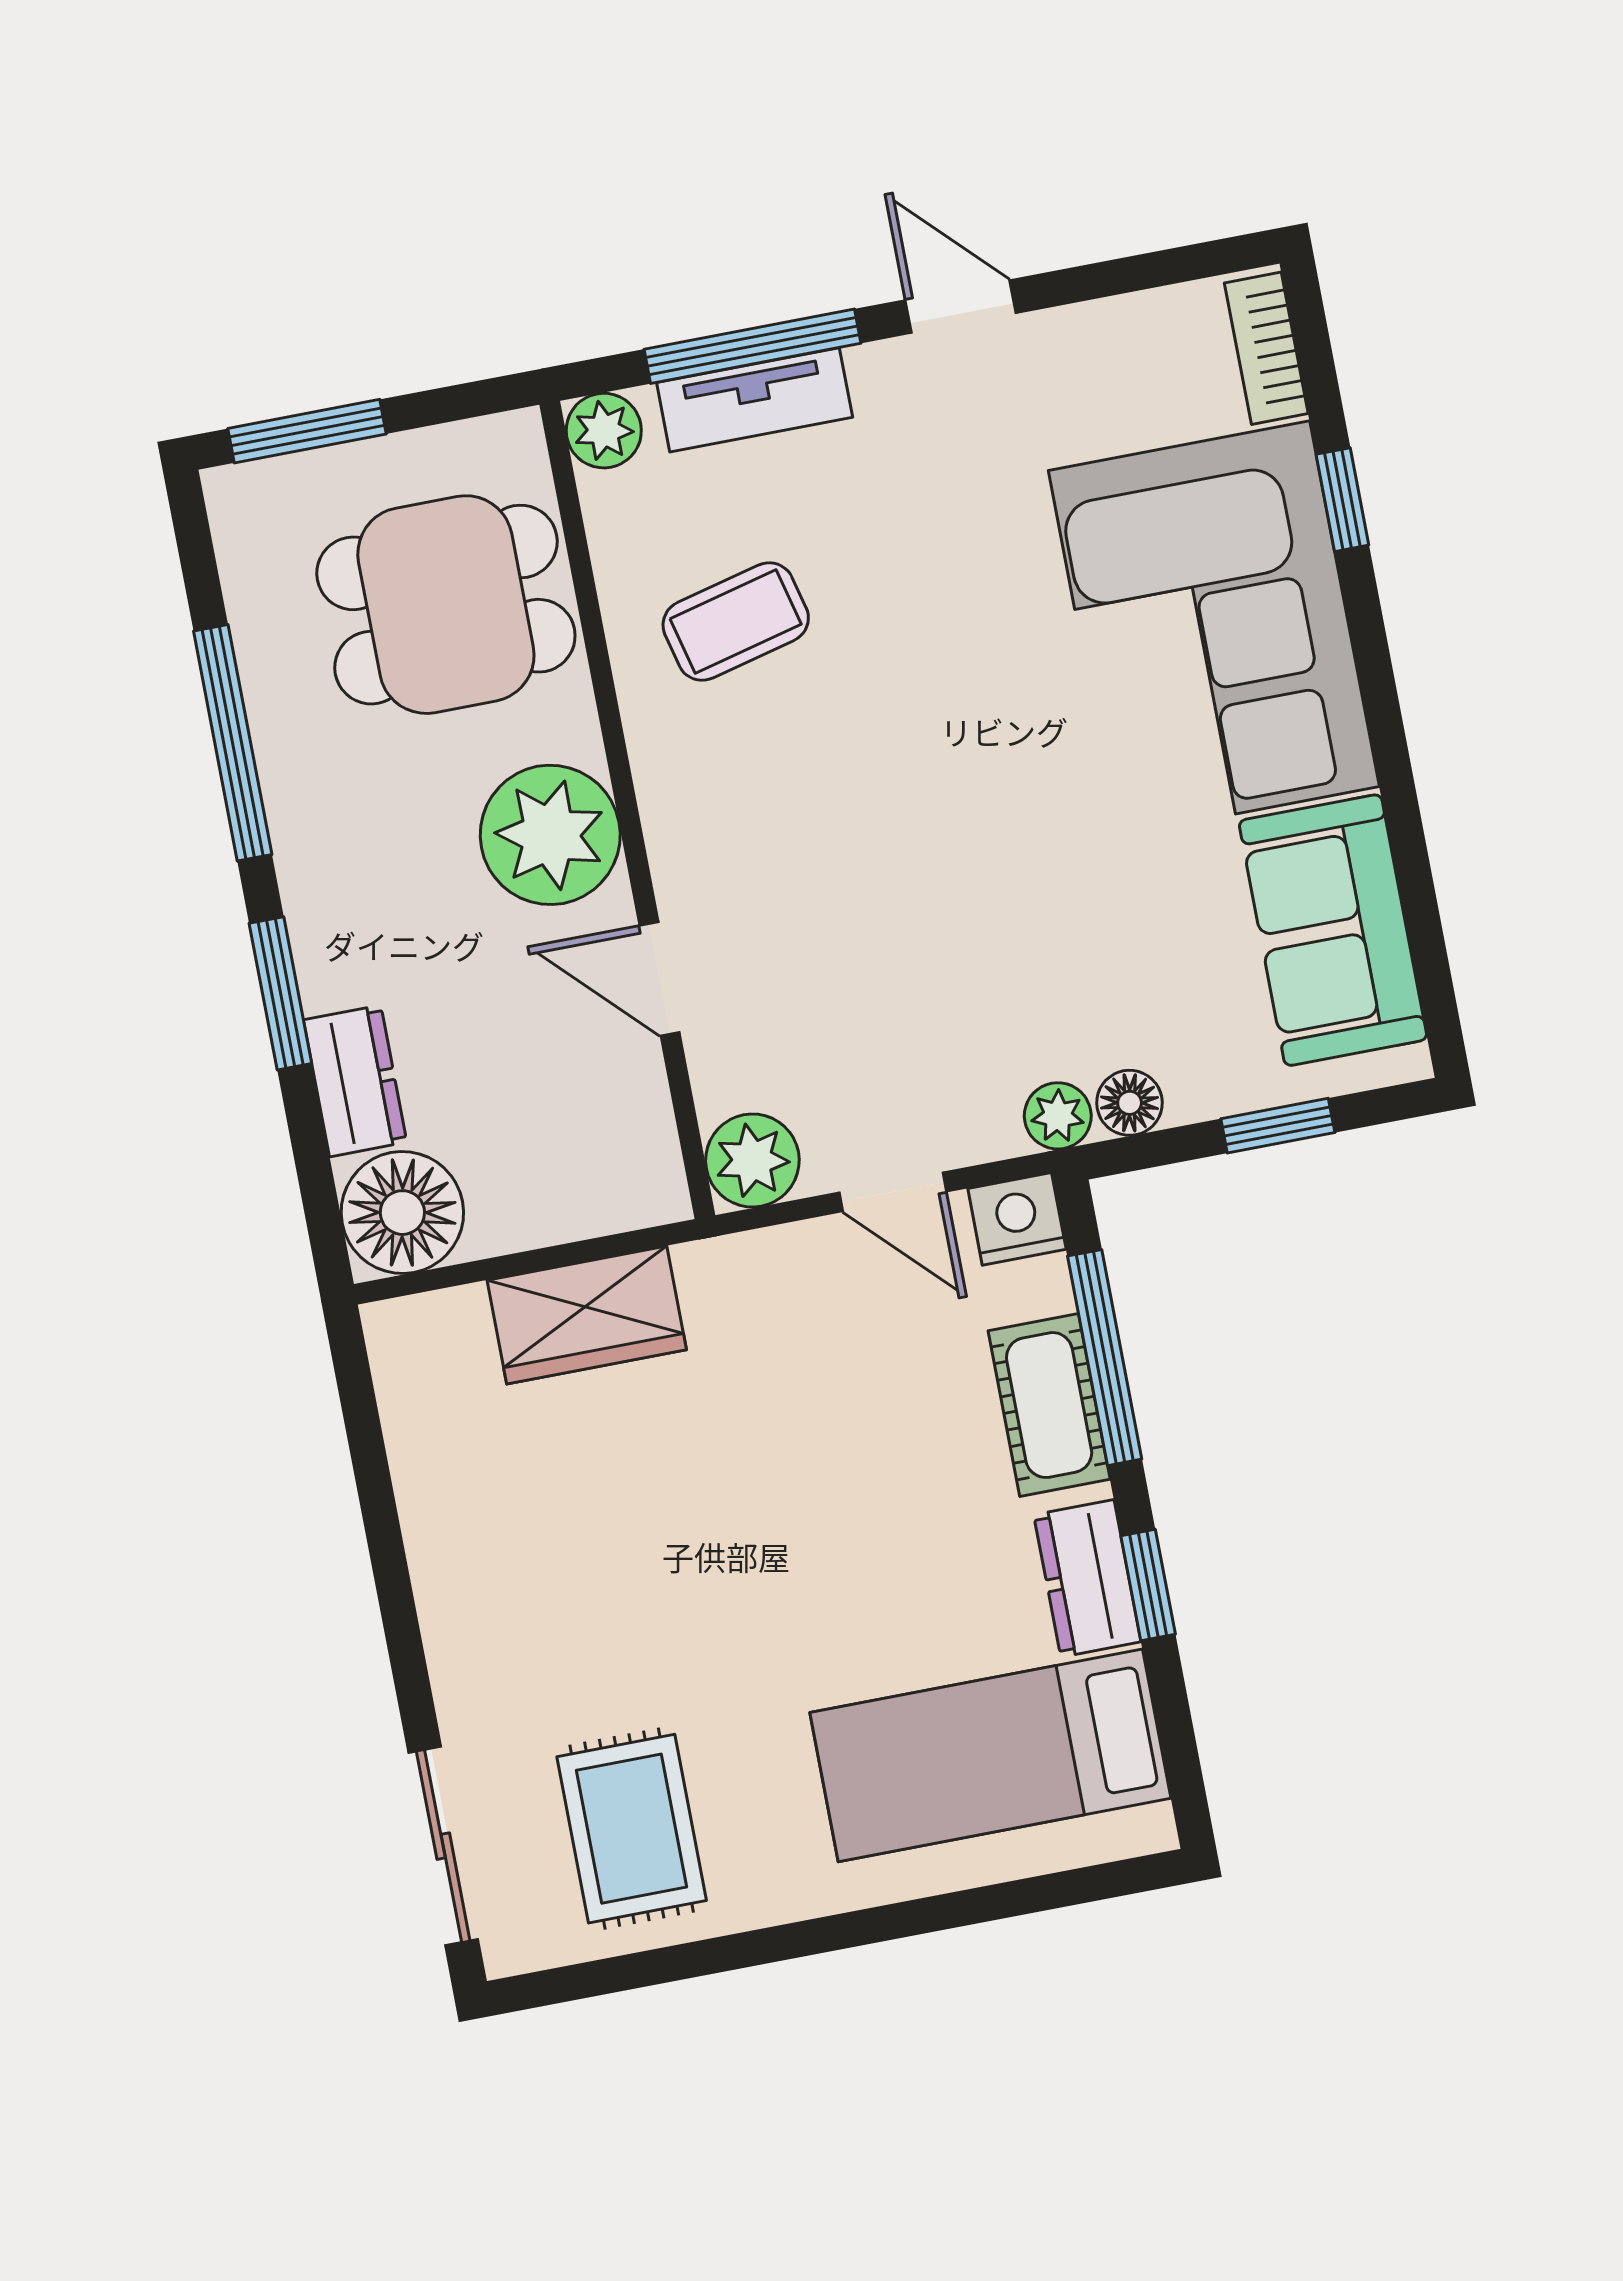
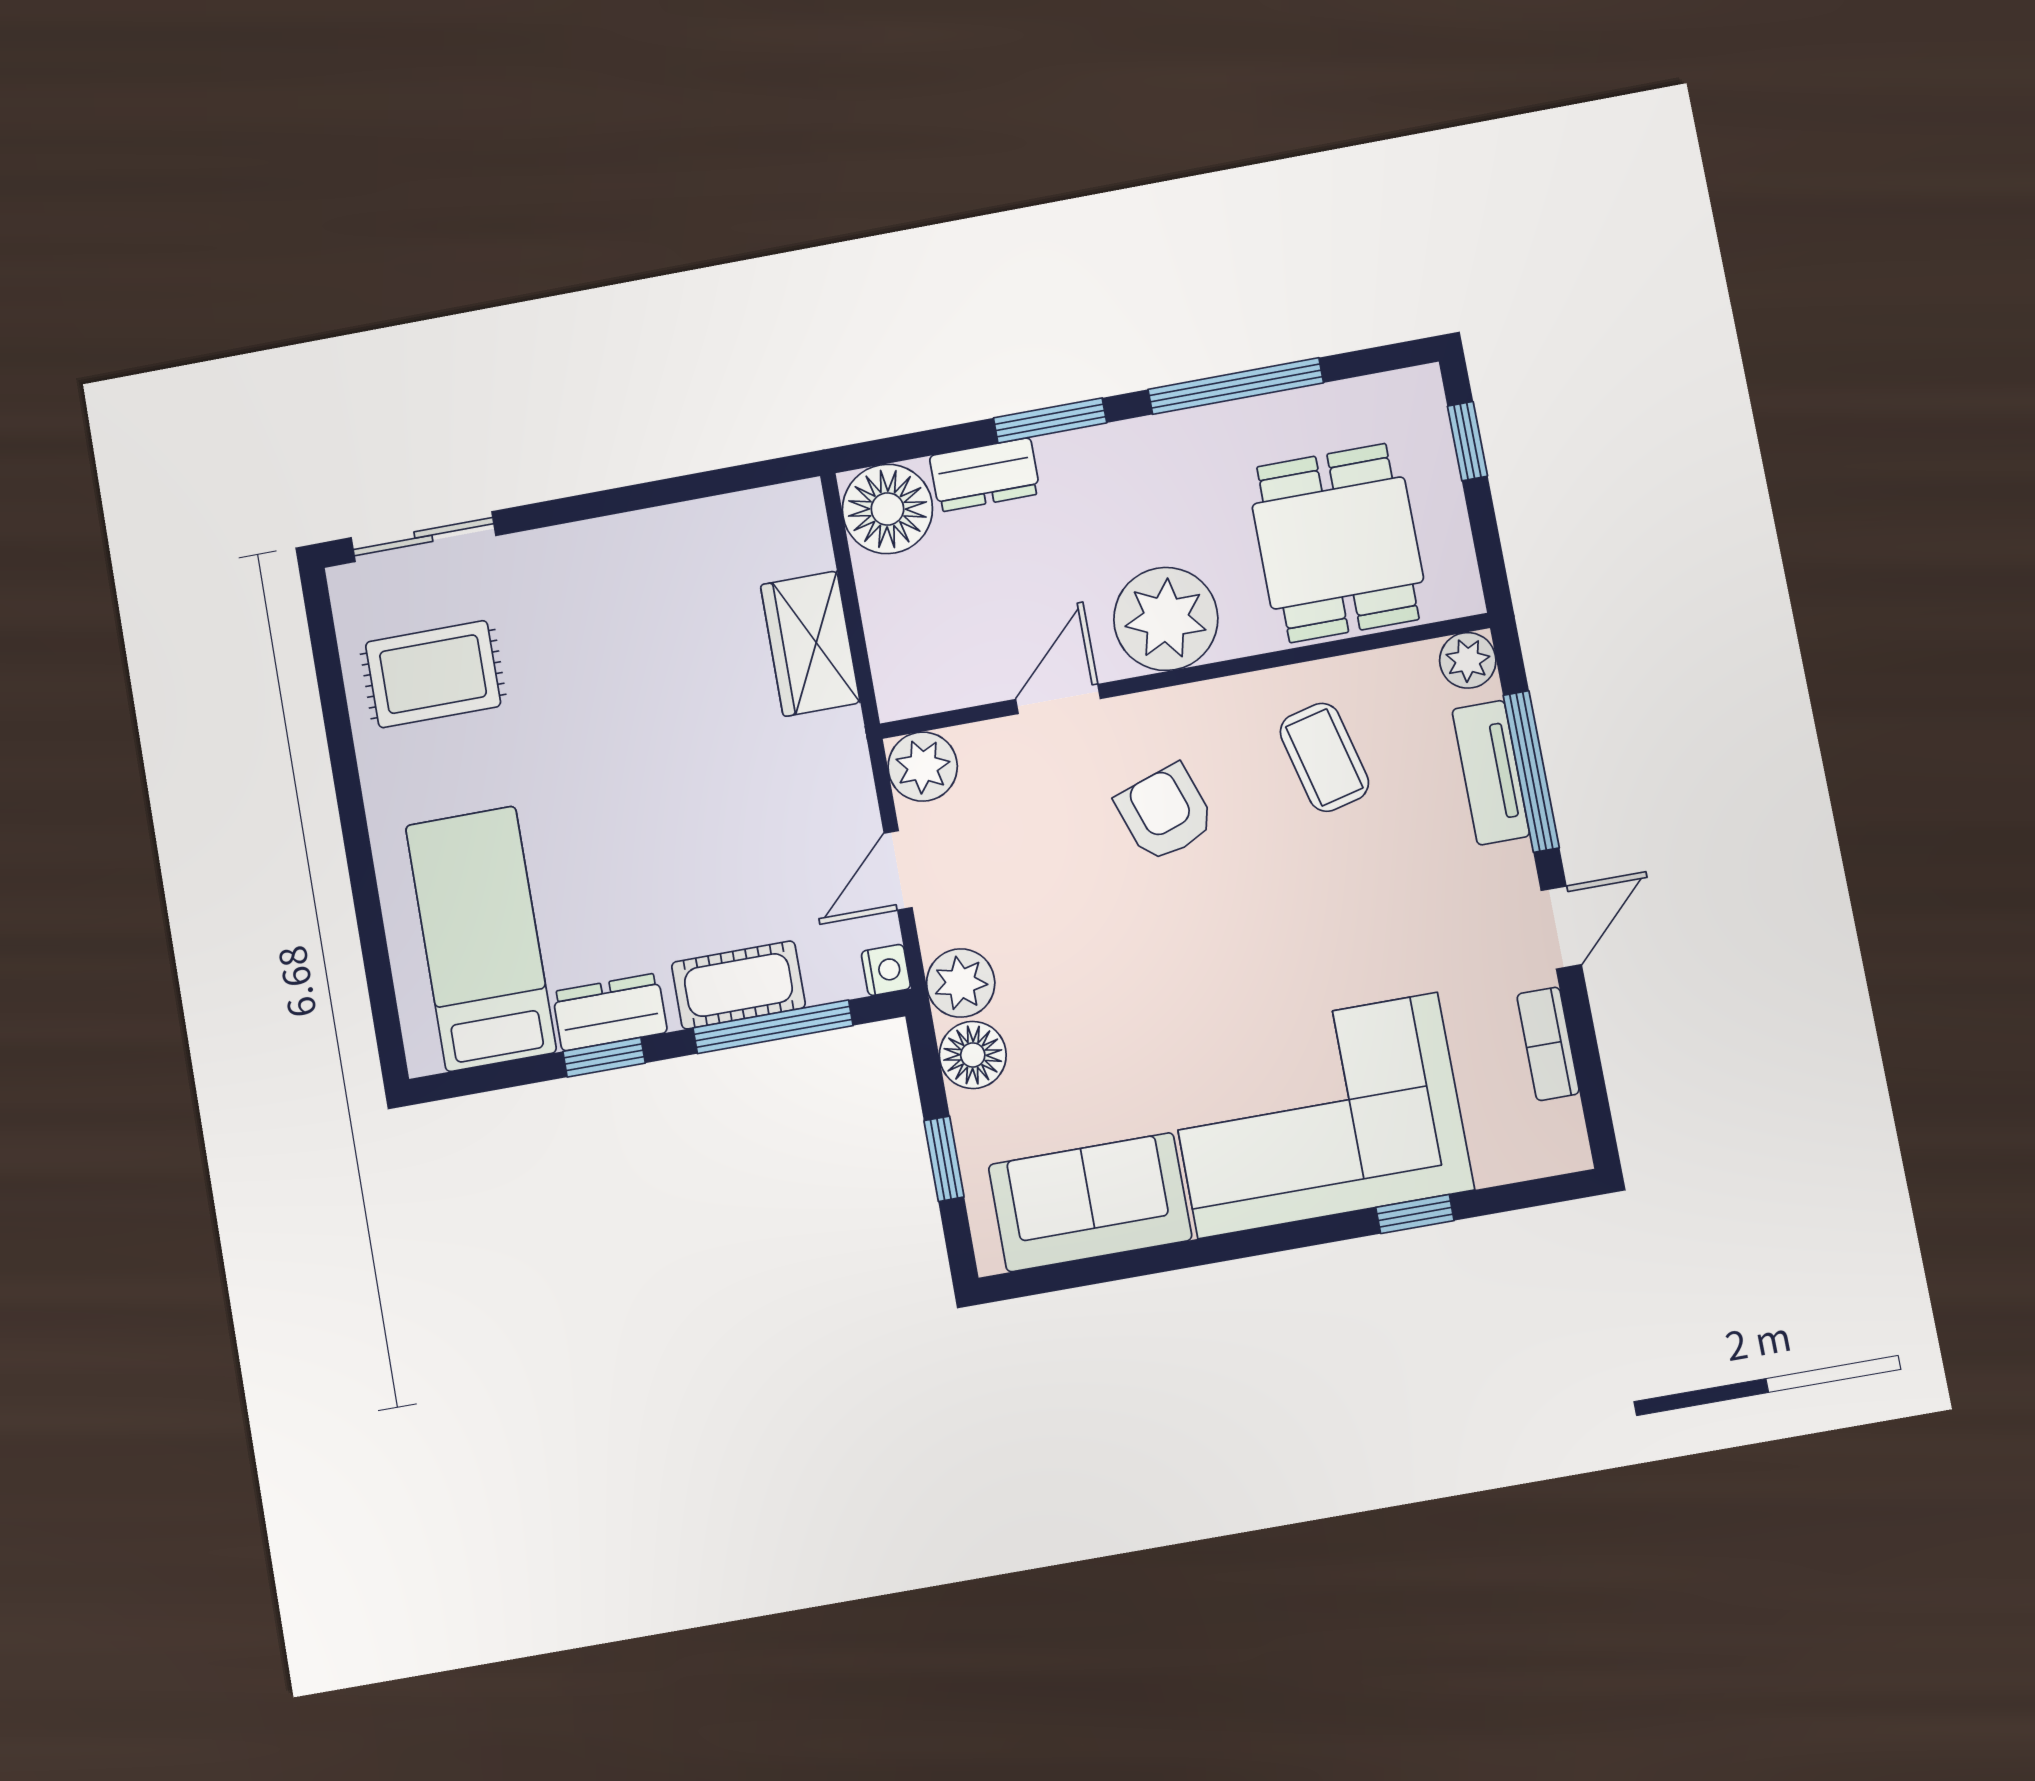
bookcase: (1266, 348) -> (1548, 1044), moved, turned -90
window: (307, 431) -> (1467, 441), width x0.67
armchair: (812, 834) -> (1165, 813), added
floor lamp: (1130, 1103) -> (973, 1055), width x1.37, depth x1.37
plant: (1058, 1116) -> (961, 983), width x1.38, depth x1.38
nightstand: (1017, 1219) -> (886, 970), width x0.72, depth x0.74

